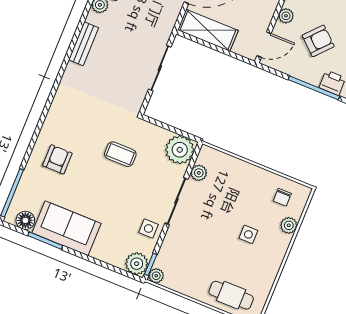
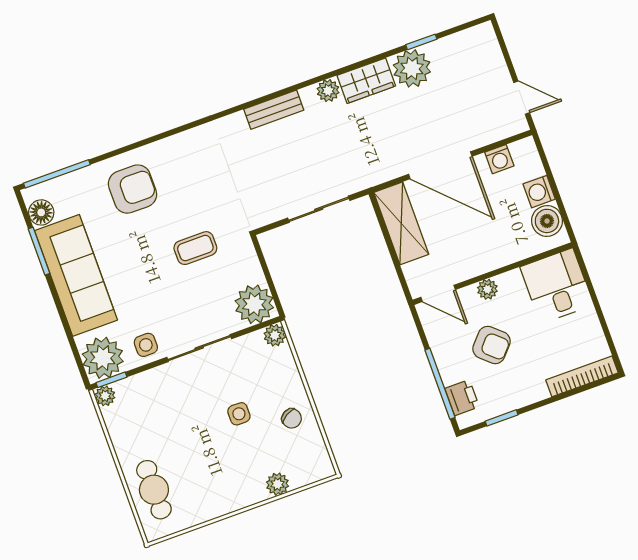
coffee table: (120, 154) -> (195, 248), turned 90
armchair: (57, 159) -> (132, 189), width x1.38, depth x1.38
plant: (199, 173) -> (275, 335), moved
chair: (282, 197) -> (292, 418), moved, turned -121
sofa: (66, 228) -> (76, 275), width x1.36
side table: (248, 234) -> (239, 414), moved
plant: (137, 264) -> (103, 358), width x1.36, depth x1.36

